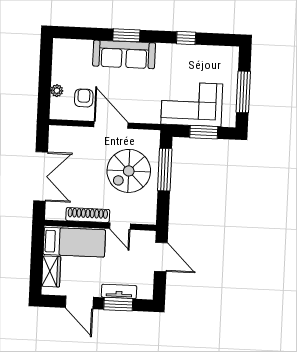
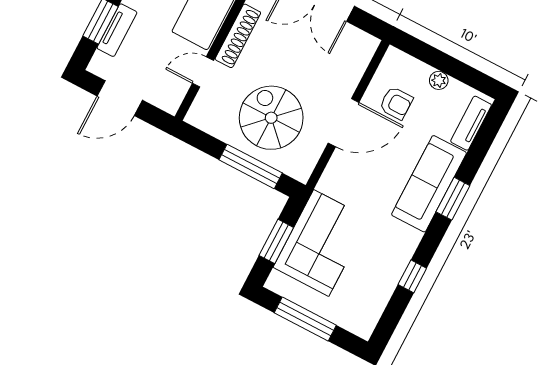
tv unit: (75, 46) -> (471, 123), added
plant: (57, 91) -> (439, 80), moved
door: (161, 257) -> (120, 98), moved

